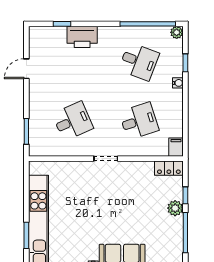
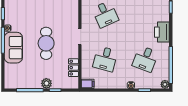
printer: (82, 37) -> (162, 32), moved
desk: (139, 121) -> (105, 59), turned 33
locker: (169, 168) -> (73, 68), moved
cafe table: (116, 209) -> (46, 43), added

